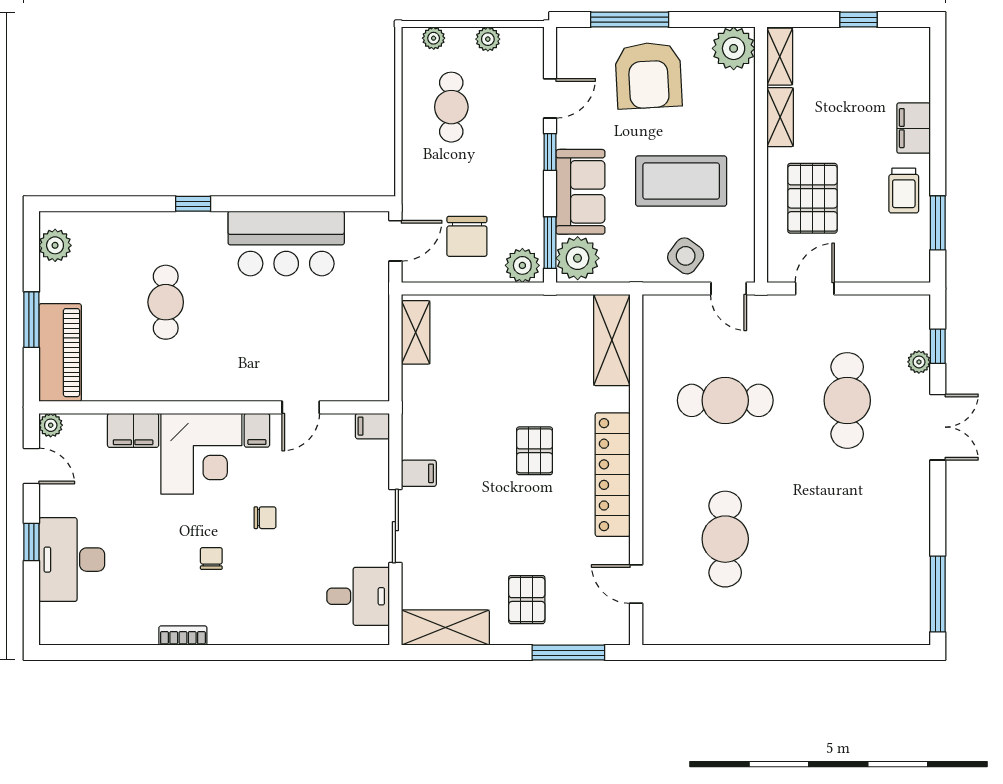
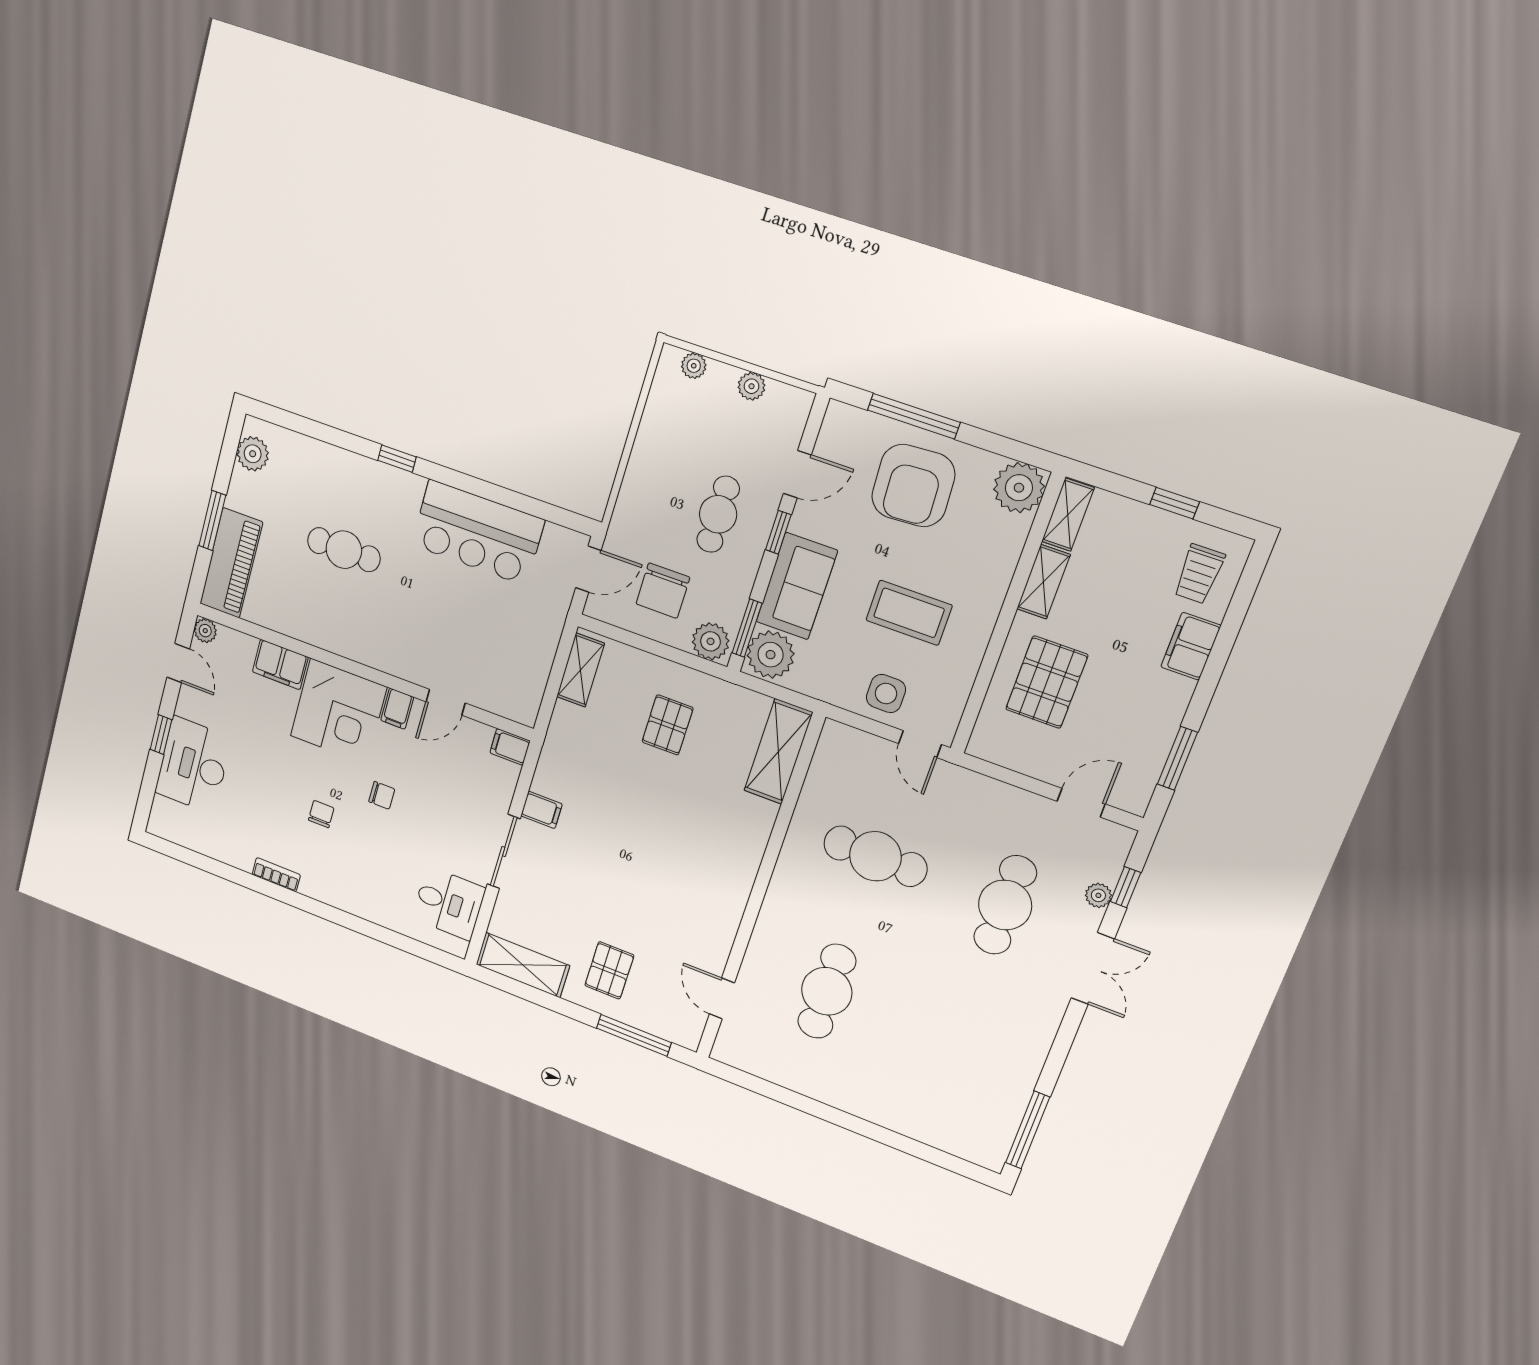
cafe table: (451, 107) -> (718, 514), moved
coffee table: (681, 181) -> (909, 613), width x0.73, depth x0.76
trolley: (904, 191) -> (1199, 574), moved
side table: (686, 256) -> (886, 694), turned -37
door: (815, 289) -> (1081, 803), moved
cafe table: (166, 302) -> (344, 550), turned 90
pallet: (535, 451) -> (668, 725), moved
locker: (613, 475) -> (734, 885), removed

